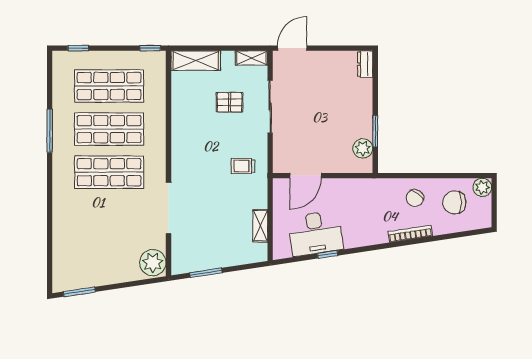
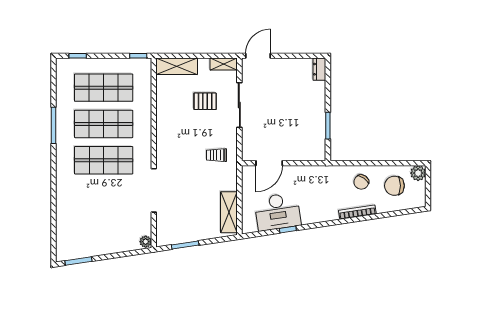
plant: (363, 148) -> (317, 140), removed
shelving: (260, 226) -> (229, 212), width x1.50, depth x1.33
plant: (153, 263) -> (146, 242), width x0.53, depth x0.53

